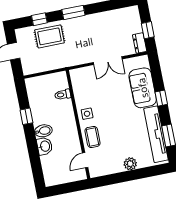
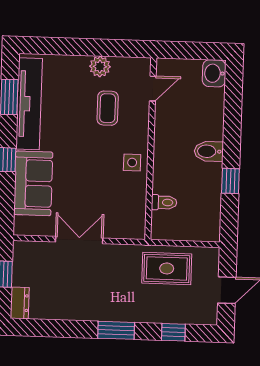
rug: (49, 36) -> (167, 268), moved
dresser: (140, 43) -> (20, 303), moved
coffee table: (93, 137) -> (108, 108), moved
washbasin: (45, 146) -> (214, 73), moved
plant: (130, 164) -> (100, 67), moved

